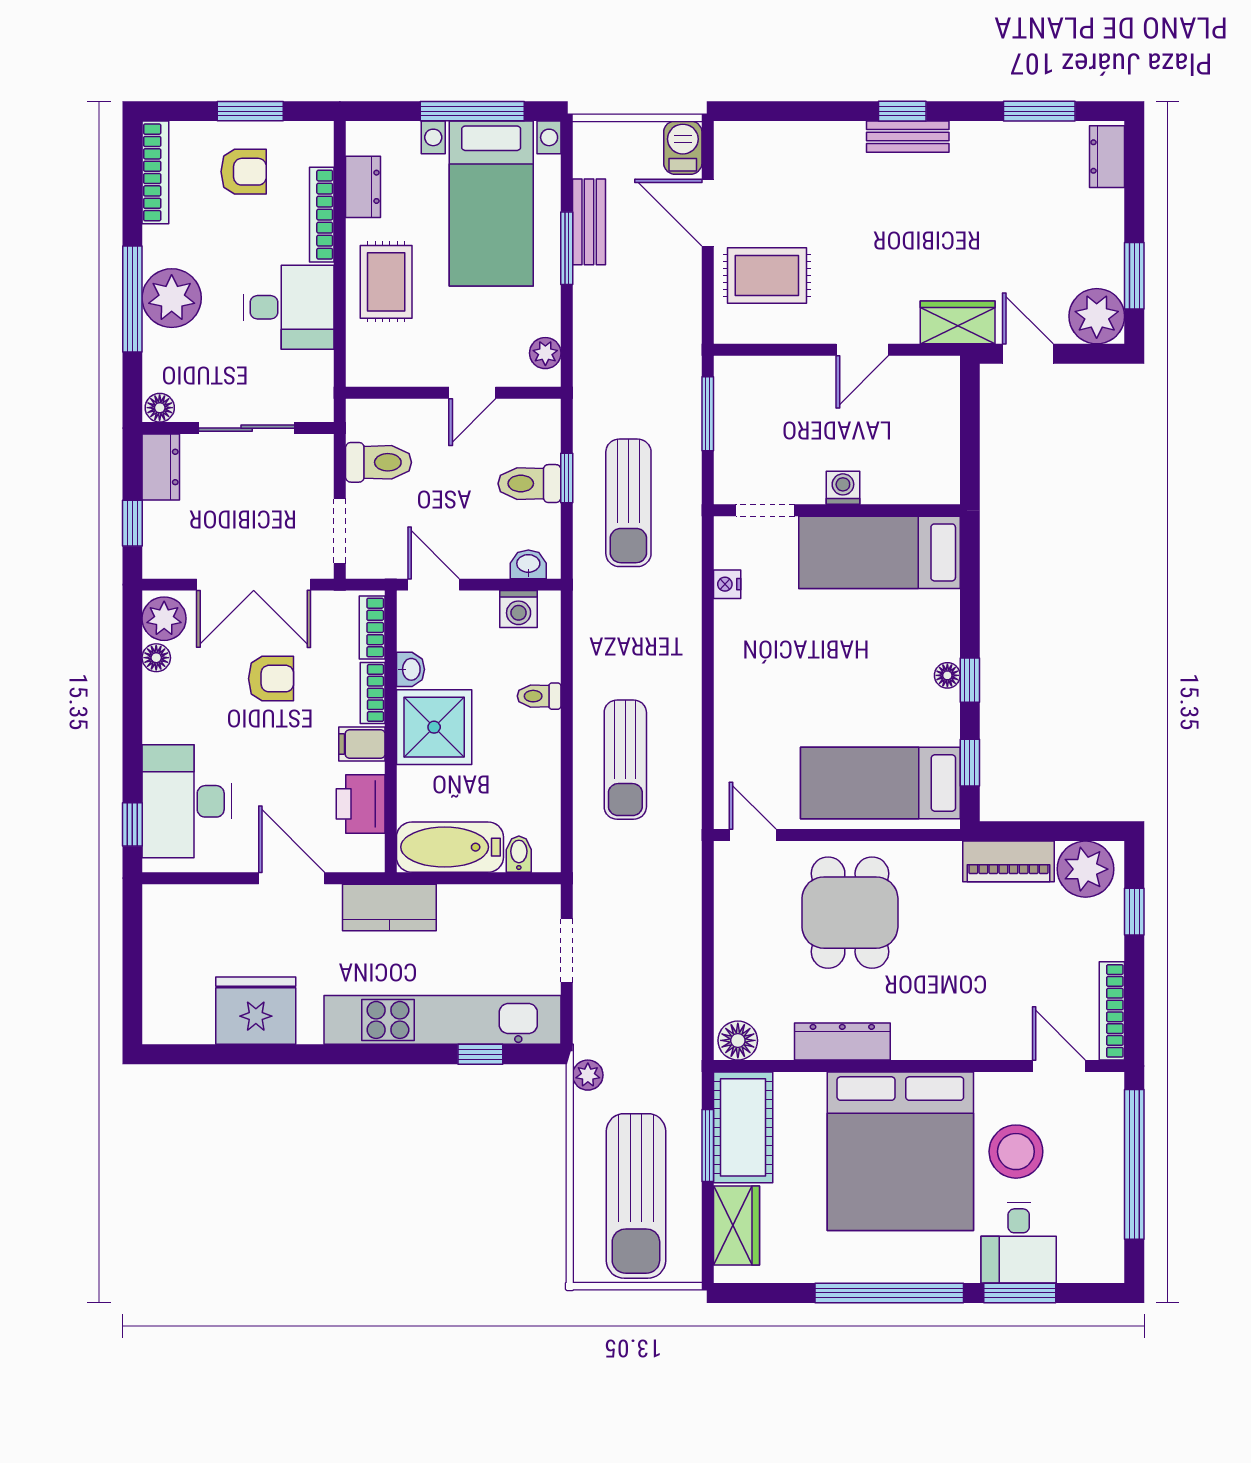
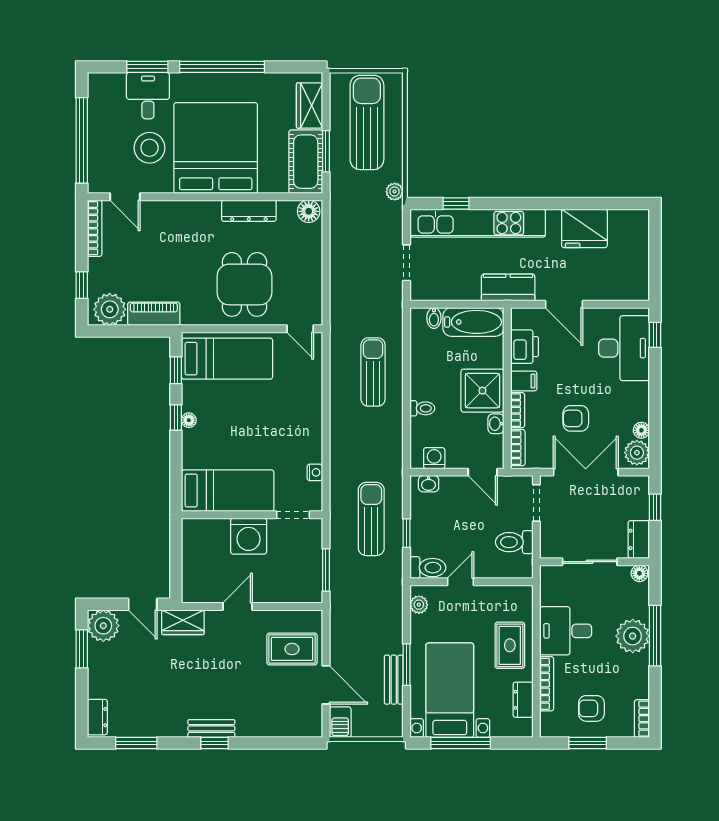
bookcase: (155, 172) -> (642, 719), width x0.64
toilet: (530, 484) -> (428, 568), moved
washing machine: (843, 488) -> (249, 536), width x1.89, depth x1.89

